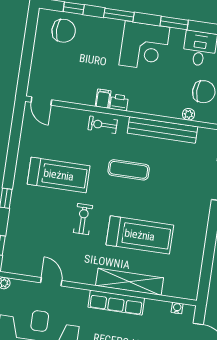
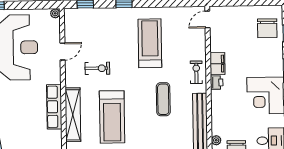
filing cabinet: (103, 99) -> (217, 64), width x2.00
treadmill: (59, 175) -> (150, 43), turned 180
exercise bike: (83, 219) -> (97, 68), moved

